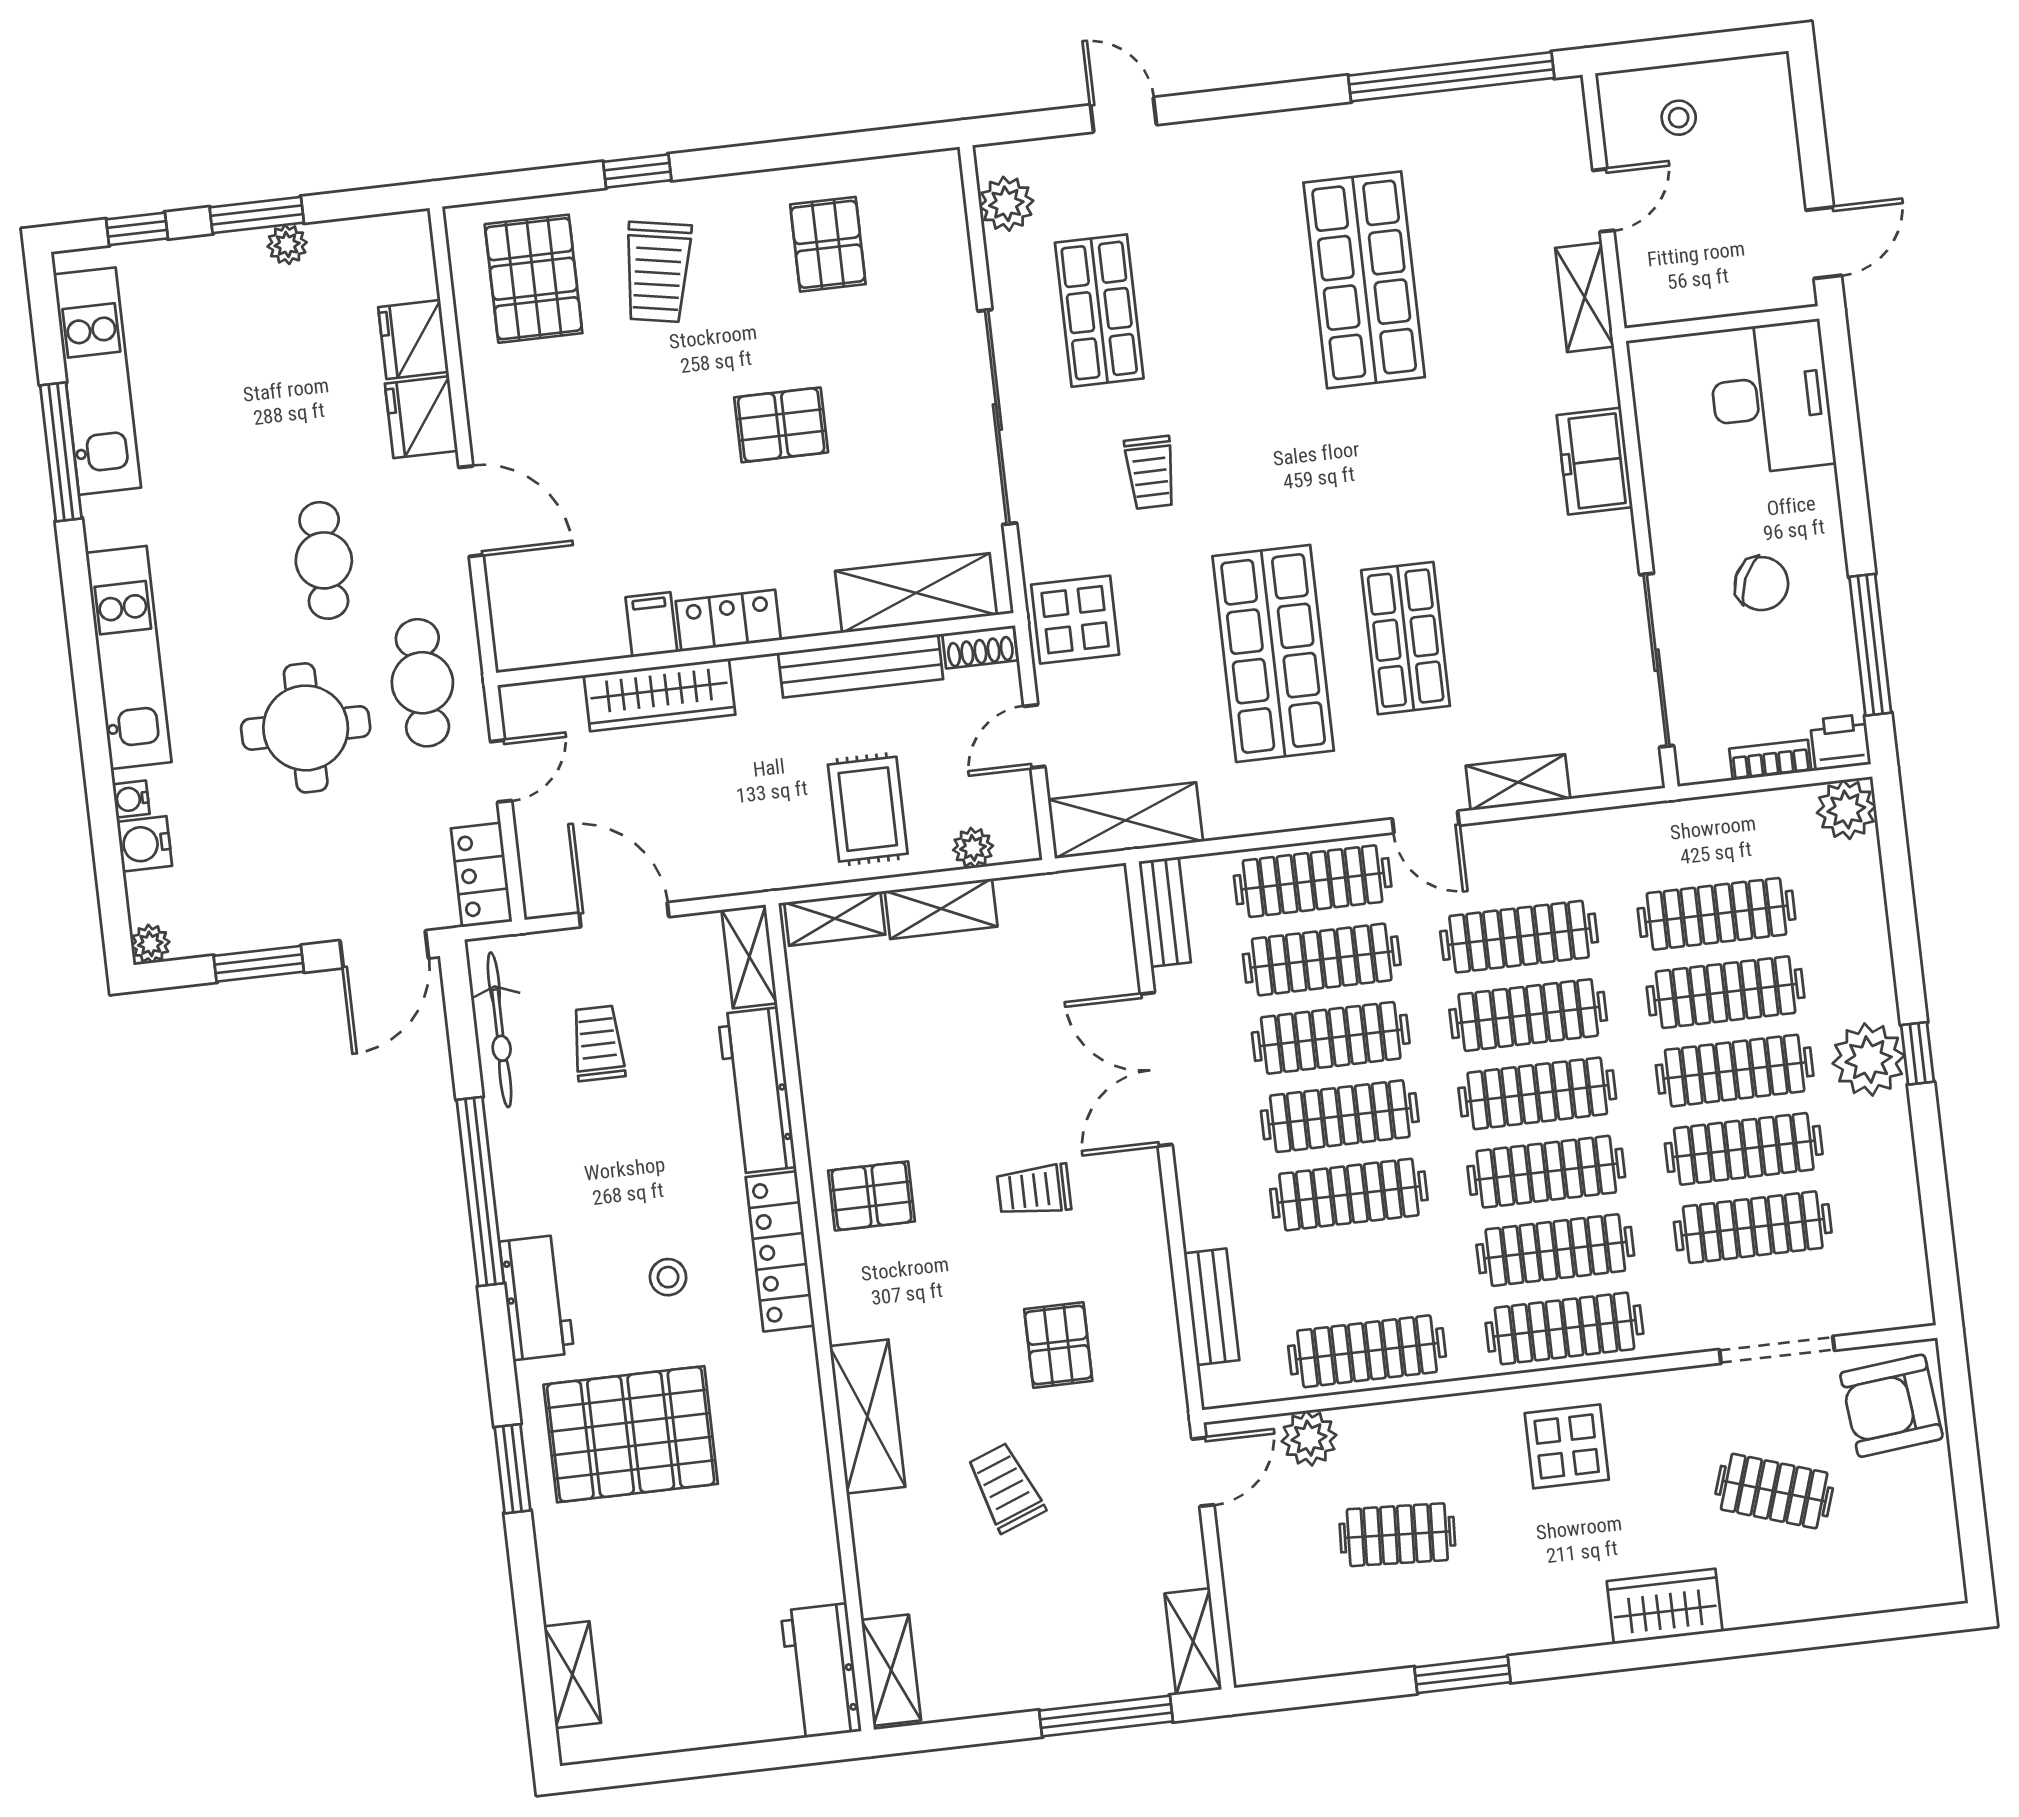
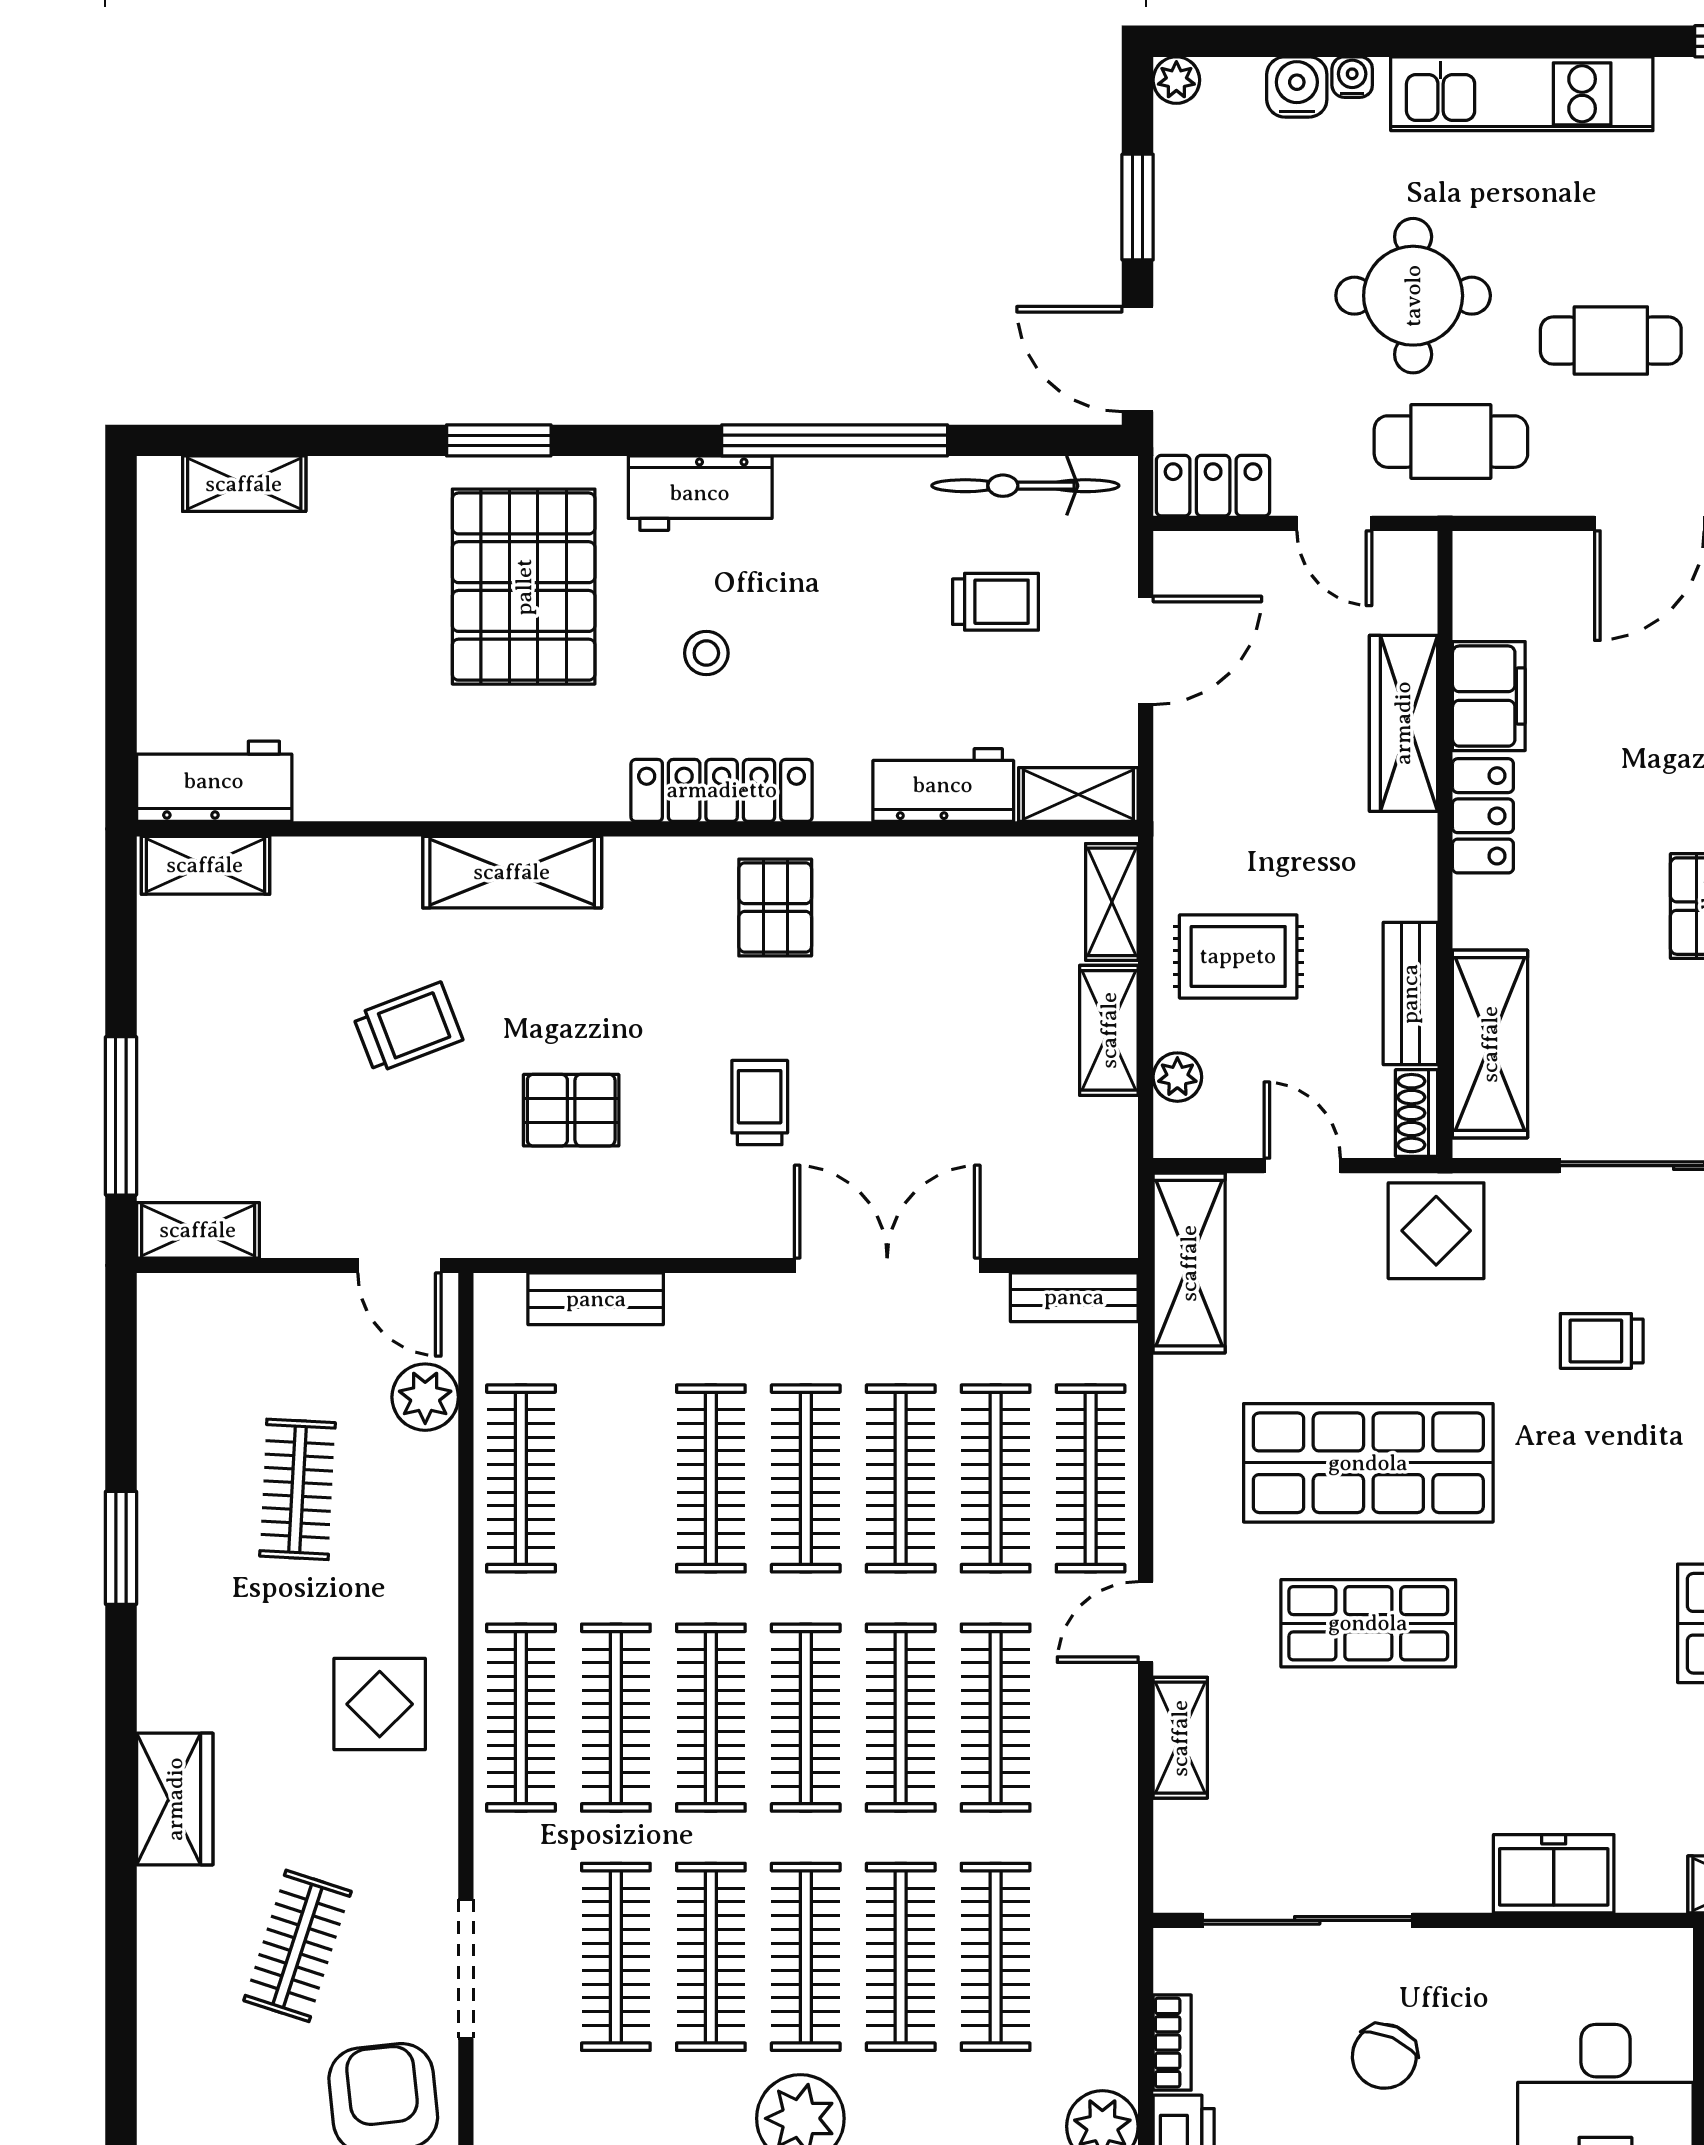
filing cabinet: (651, 625) -> (1489, 696), width x2.00
bench: (861, 666) -> (1410, 994), width x0.73
workbench: (757, 1091) -> (943, 785), width x0.73

